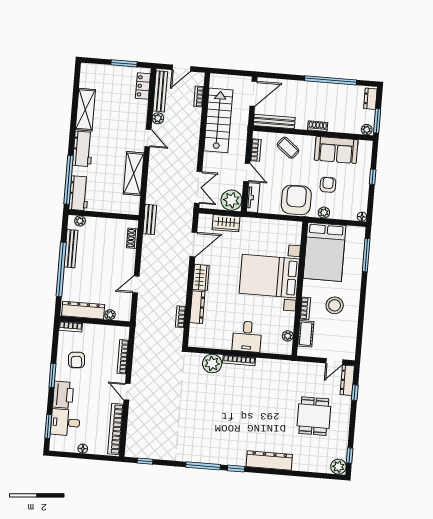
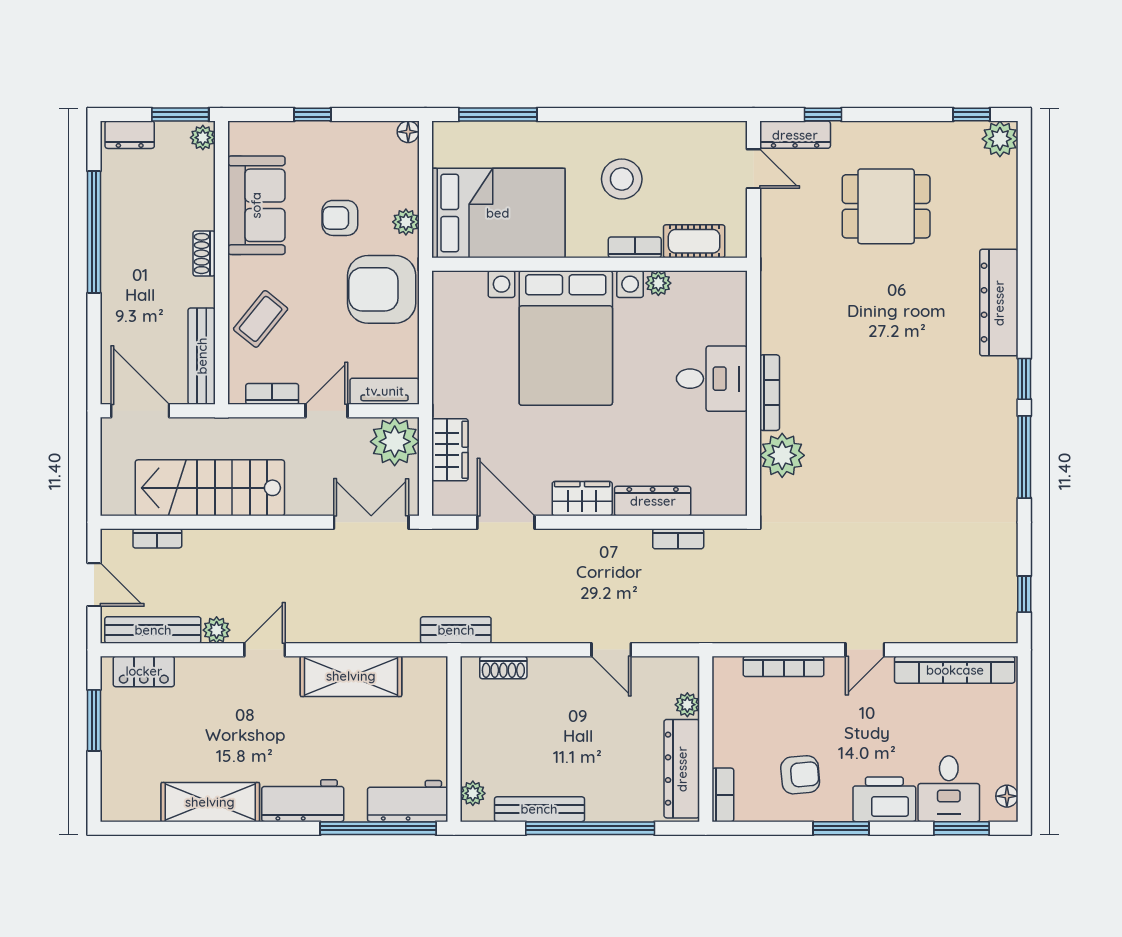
plant: (288, 336) -> (658, 283), moved
floor lamp: (83, 449) -> (1007, 796), moved

